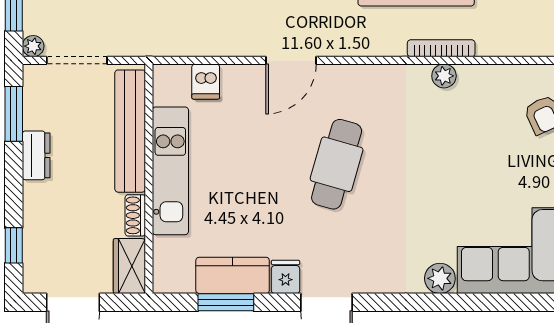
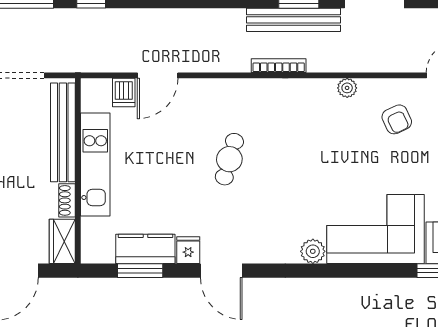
bookcase: (441, 48) -> (279, 66), moved
door: (291, 60) -> (158, 75), moved
plant: (444, 76) -> (347, 88), moved
cafe table: (337, 164) -> (229, 159), width x0.73, depth x0.74

